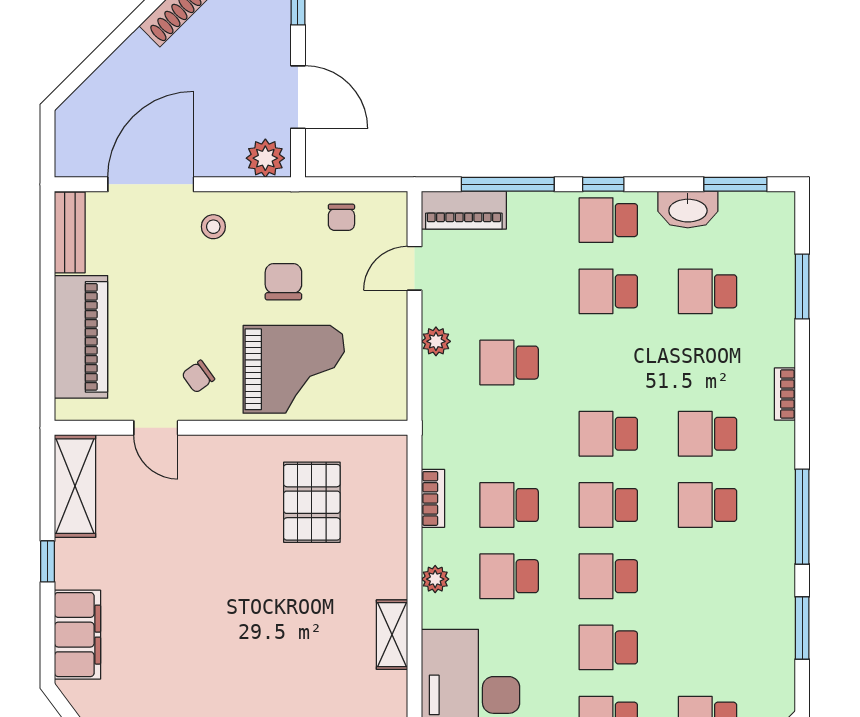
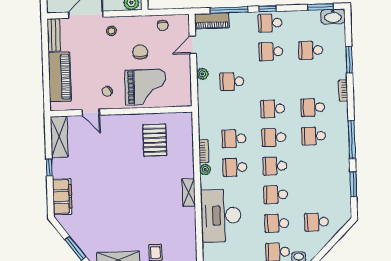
washbasin: (688, 210) -> (333, 17), moved
window: (802, 286) -> (349, 60), moved
bookcase: (433, 498) -> (204, 151), moved

